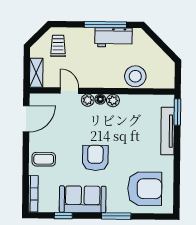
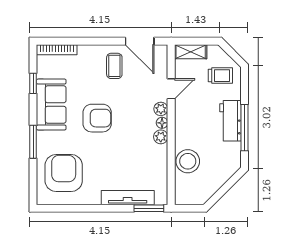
workbench: (114, 37) -> (230, 121), moved
coffee table: (44, 159) -> (114, 66), moved
armchair: (145, 189) -> (64, 173), turned 180

